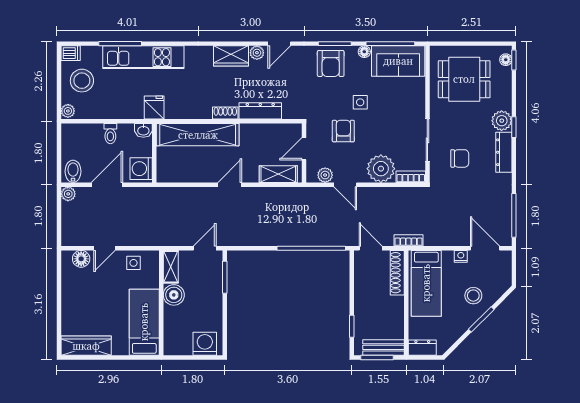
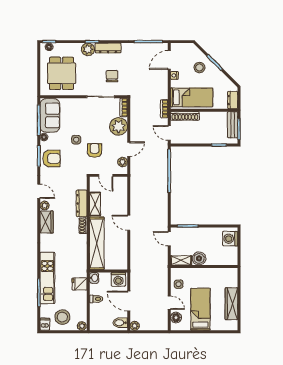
fridge: (154, 107) -> (80, 284), moved
armchair: (343, 131) -> (95, 150), turned 90
shelving: (278, 174) -> (95, 204), moved
door: (371, 248) -> (169, 133), hinge flipped
bed: (144, 322) -> (200, 309), moved, turned 90
wardrobe: (86, 346) -> (231, 304), moved

